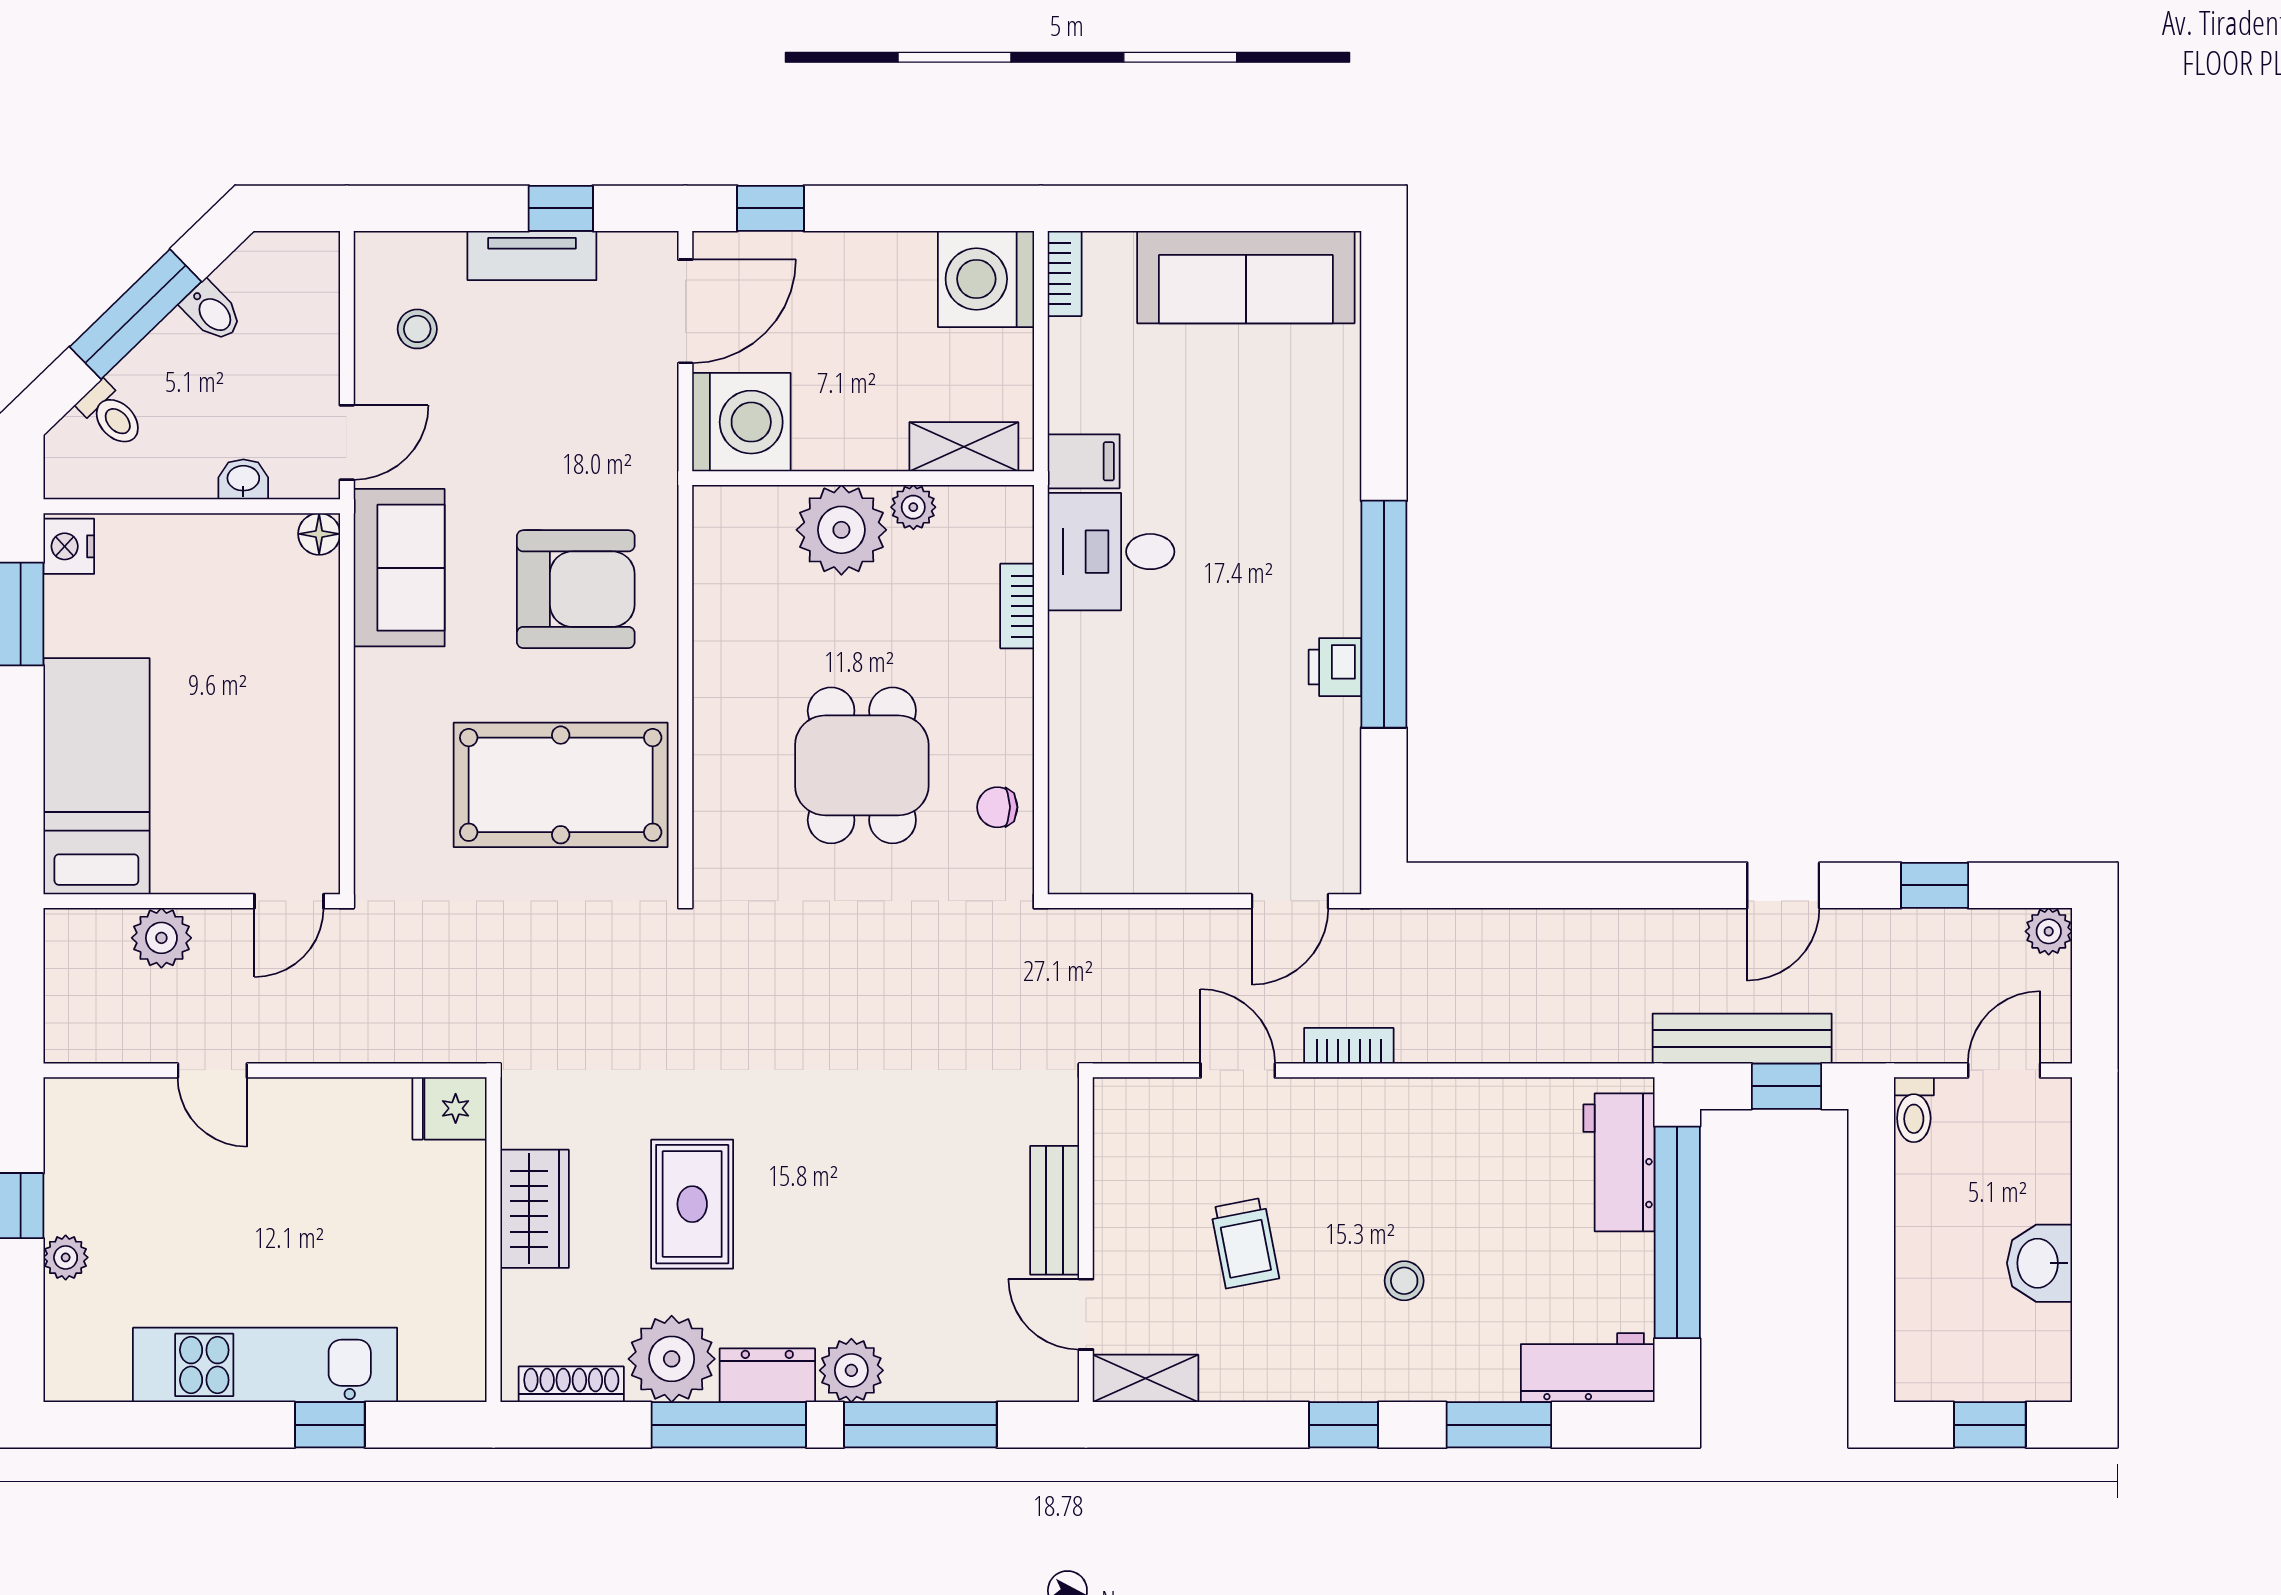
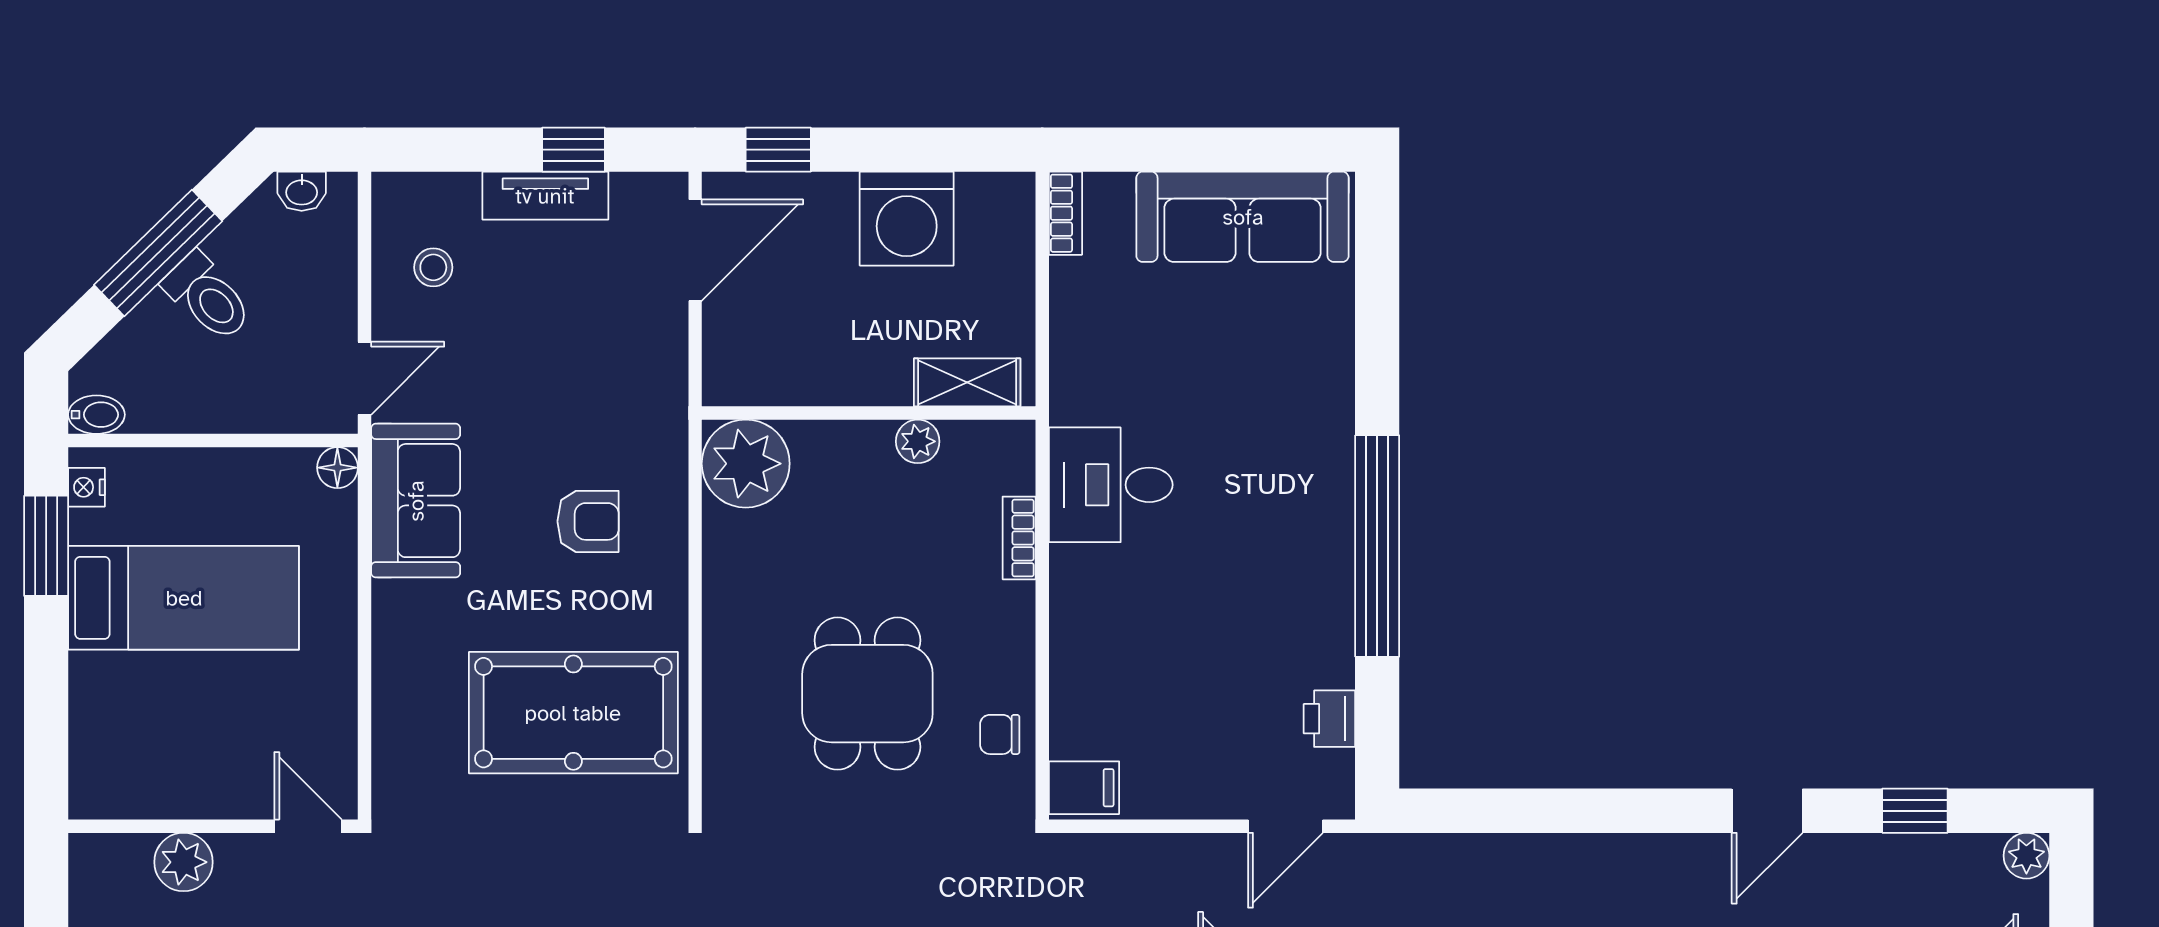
washing machine: (986, 279) -> (907, 219), moved, turned -90
bidet: (212, 312) -> (96, 415), moved, turned -46
toilet: (111, 415) -> (208, 297), moved, width x1.37, depth x1.39
washing machine: (741, 422) -> (750, 358), removed
filing cabinet: (1084, 461) -> (1084, 788), moved
washbasin: (243, 479) -> (302, 191), moved, turned 180
plant: (841, 530) -> (746, 464), moved
nightstand: (69, 546) -> (86, 487), width x0.72, depth x0.74
armchair: (576, 589) -> (588, 521), width x0.53, depth x0.53
printer: (1335, 667) -> (1329, 719), moved
bed: (96, 776) -> (184, 598), moved, turned 90
door: (289, 901) -> (308, 826), swing flipped

